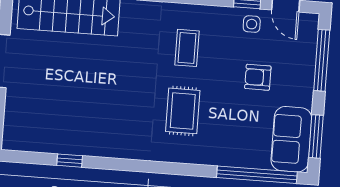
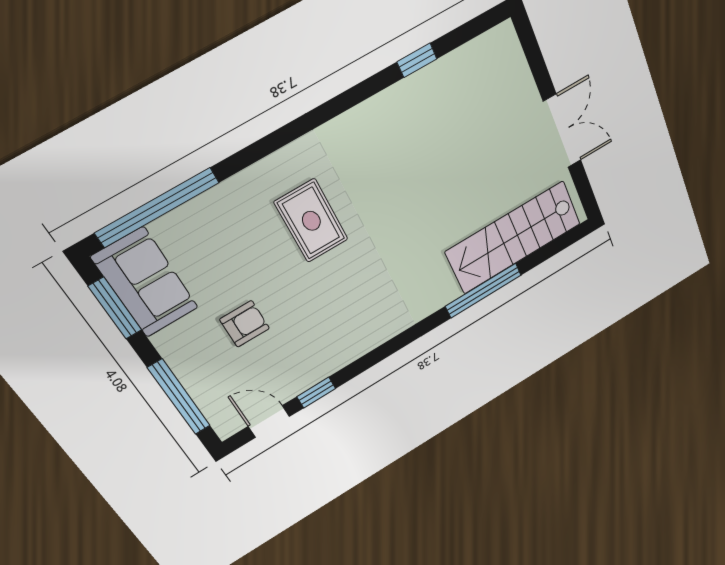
side table: (252, 24) -> (295, 375), removed
coffee table: (187, 48) -> (354, 296), removed

